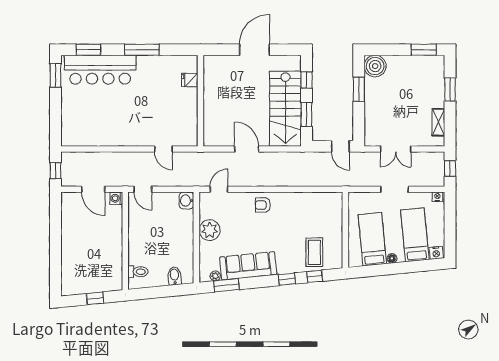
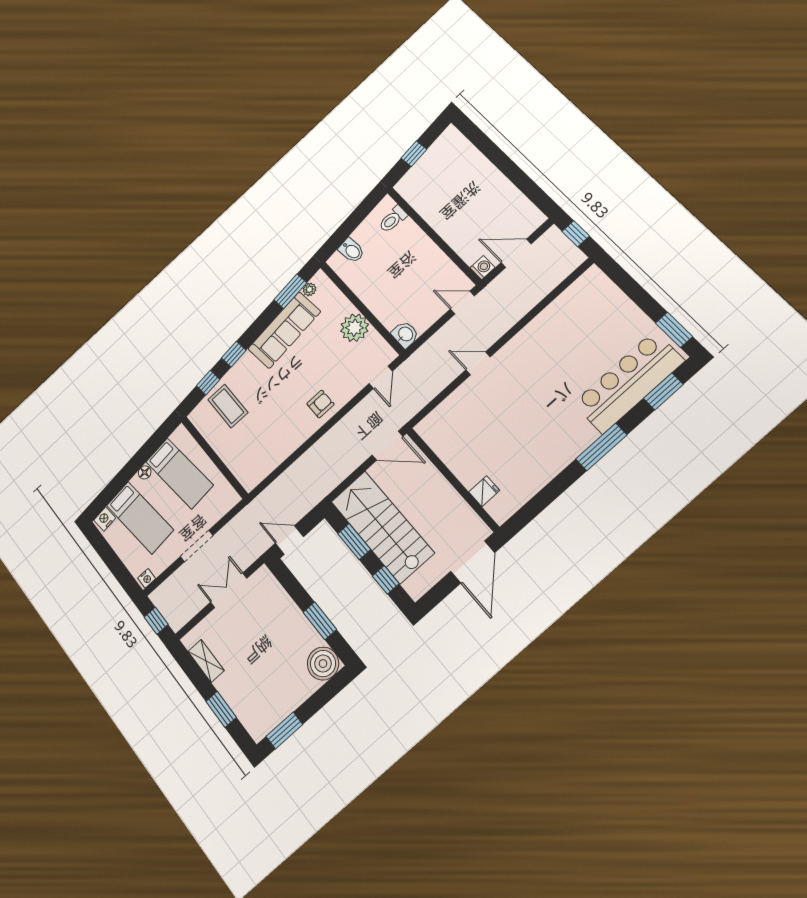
fridge: (190, 80) -> (484, 491), moved
wall: (200, 101) -> (452, 479), moved

